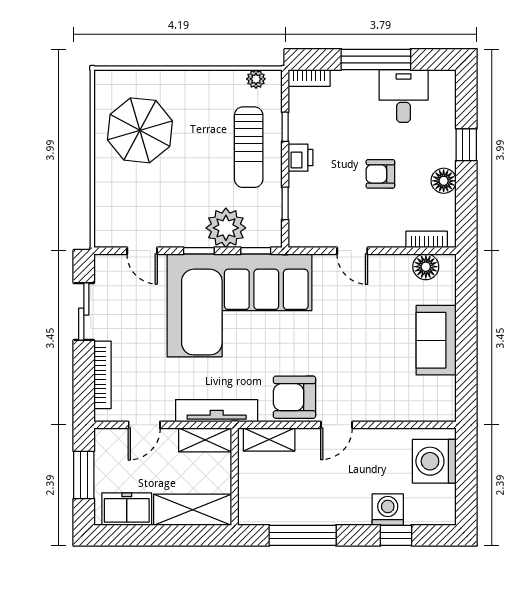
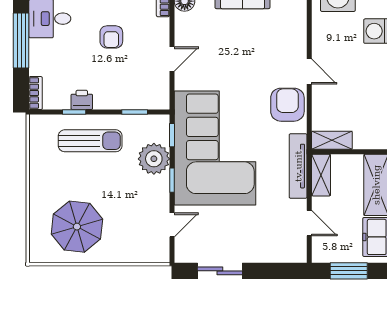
plant: (256, 79) -> (36, 135), removed
printer: (301, 158) -> (82, 100), moved
bookcase: (103, 375) -> (270, 256), removed
armchair: (294, 397) -> (287, 105), turned 180
shelving: (269, 439) -> (332, 140), moved, turned 90

